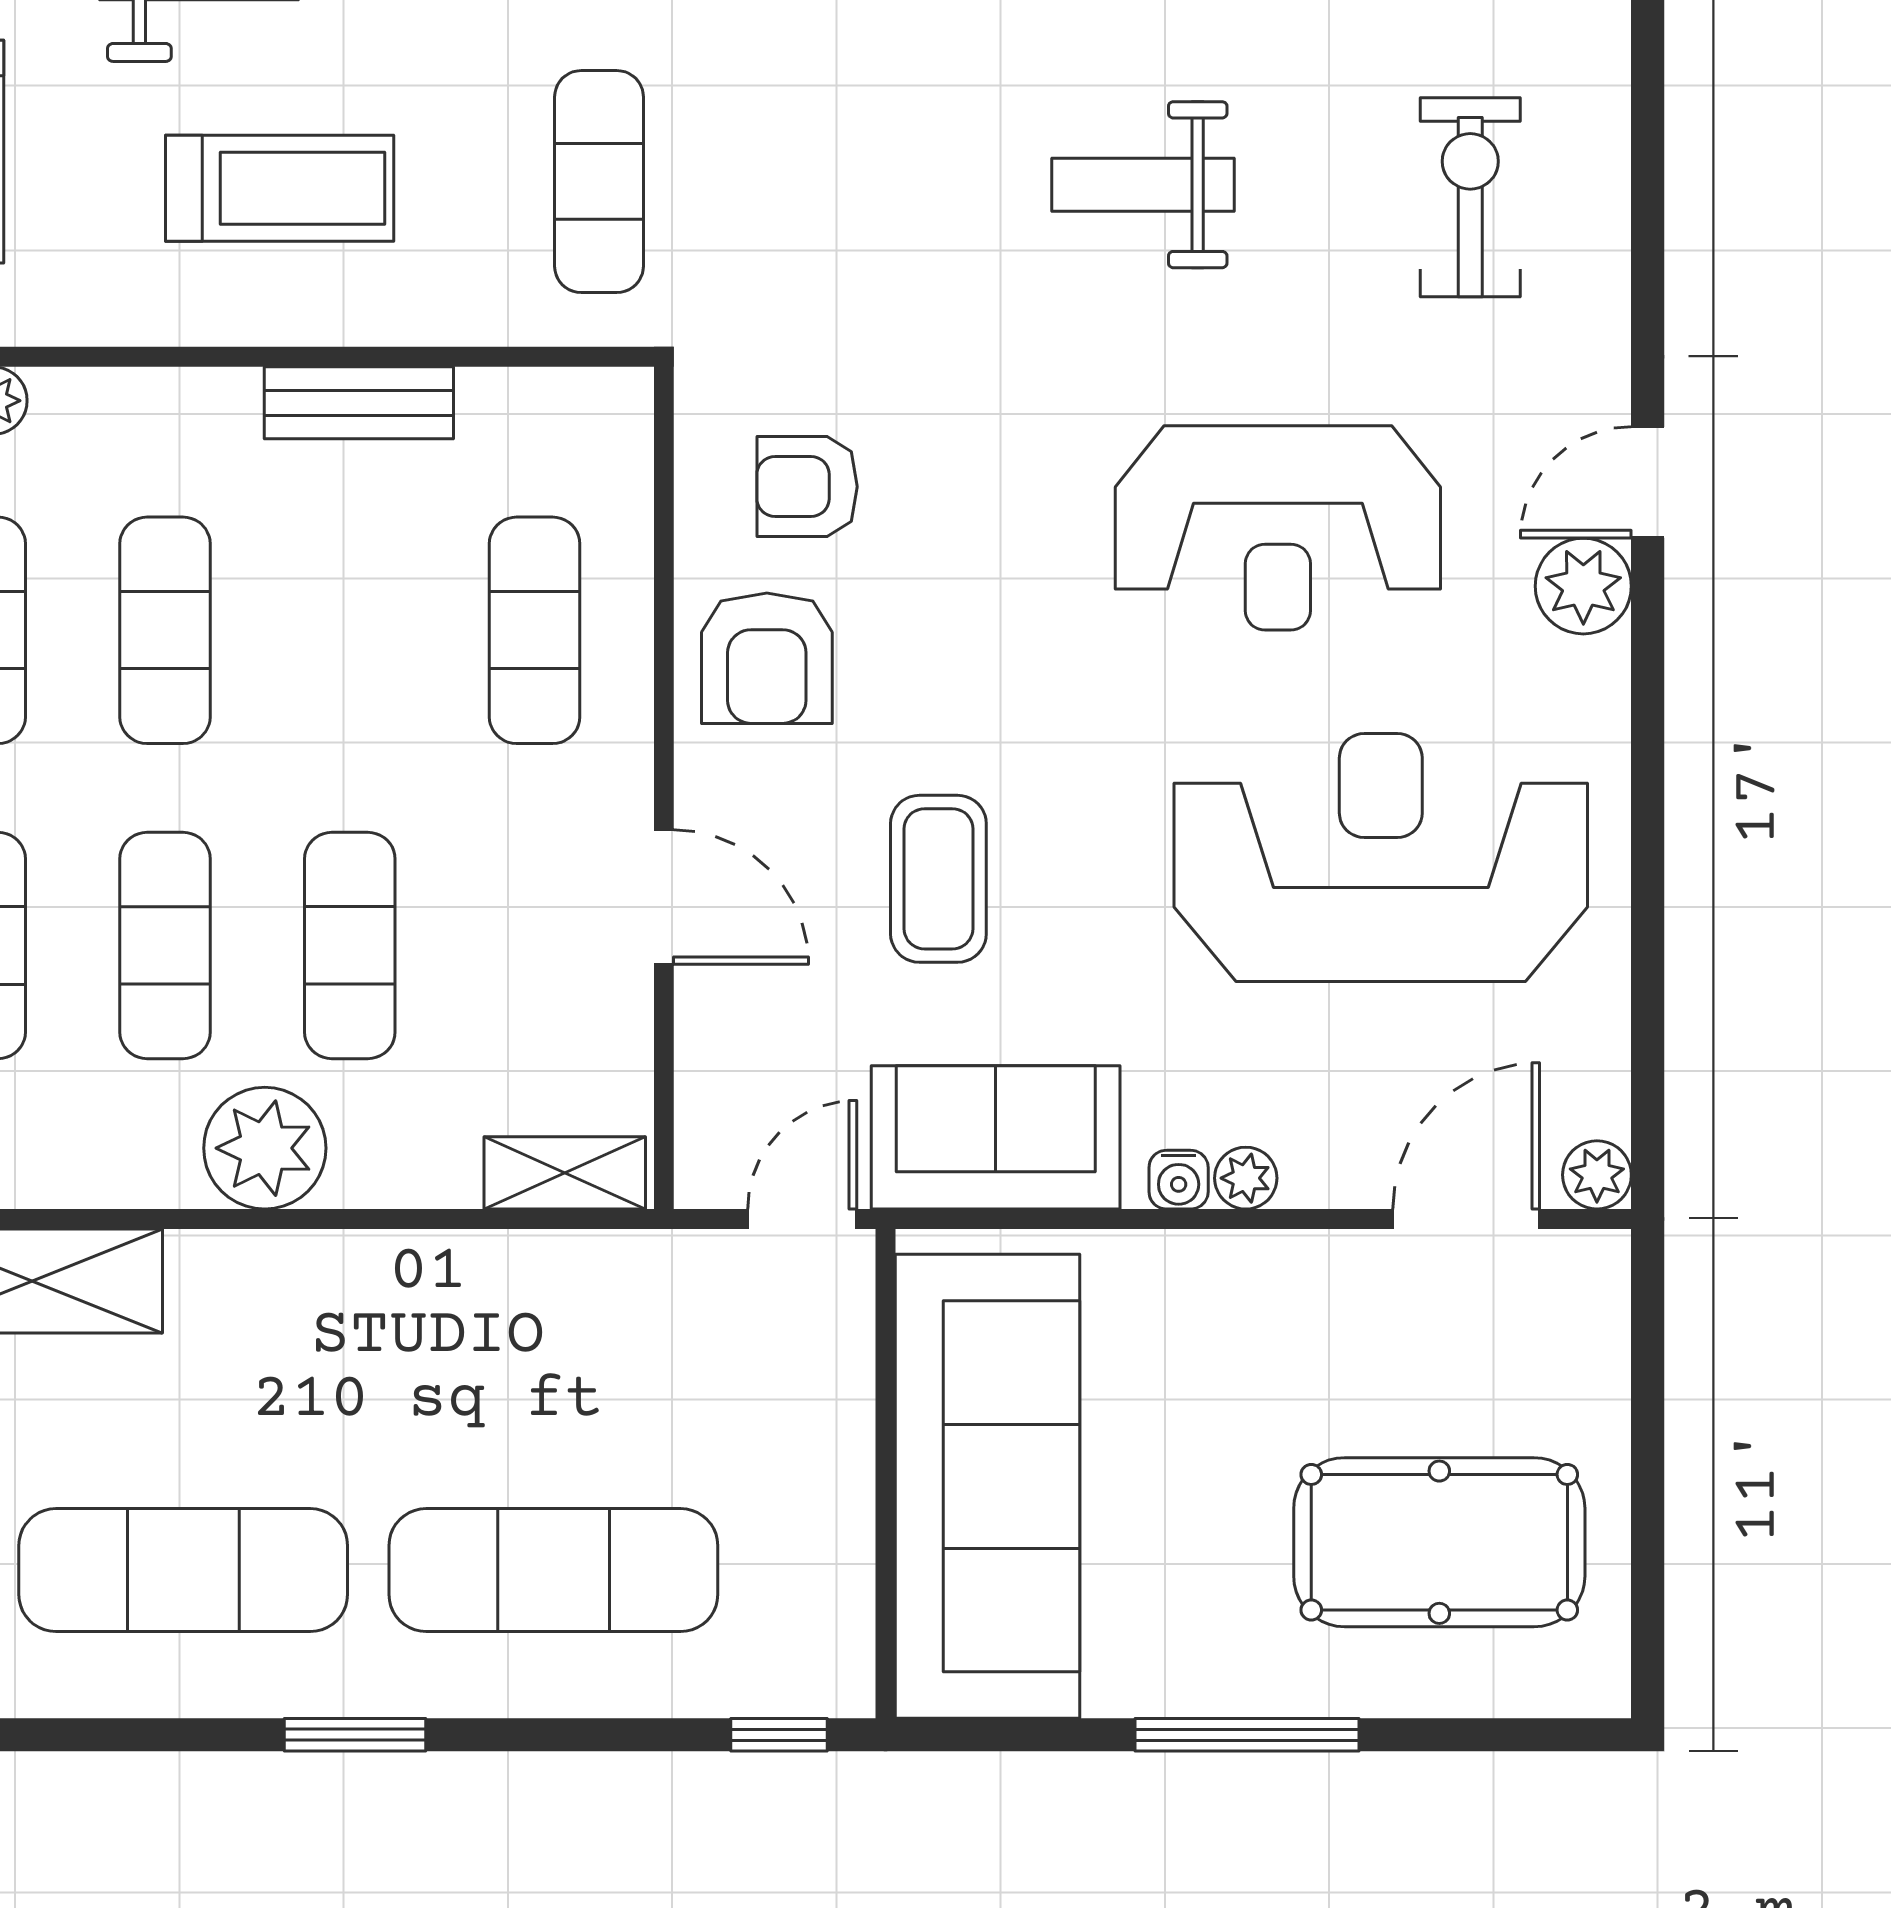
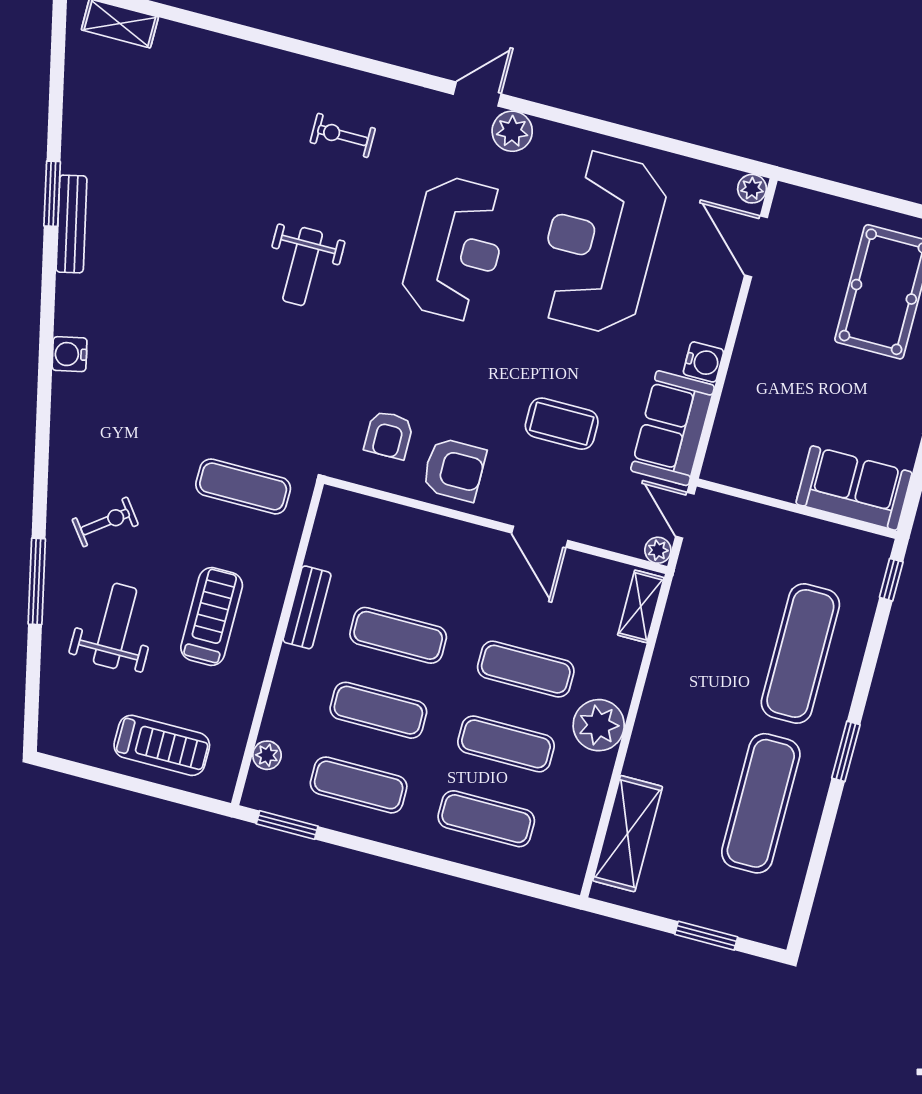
exercise bike: (1470, 197) -> (343, 135), width x0.73, depth x0.72
door: (1648, 482) -> (477, 94), swing flipped
exercise mat: (535, 630) -> (398, 635), moved
door: (664, 897) -> (540, 537), swing flipped
plant: (1246, 1178) -> (658, 550), moved
water cooler: (1179, 1180) -> (703, 362), width x1.38, depth x1.38
sofa: (988, 1486) -> (854, 488), width x0.54, depth x0.79

